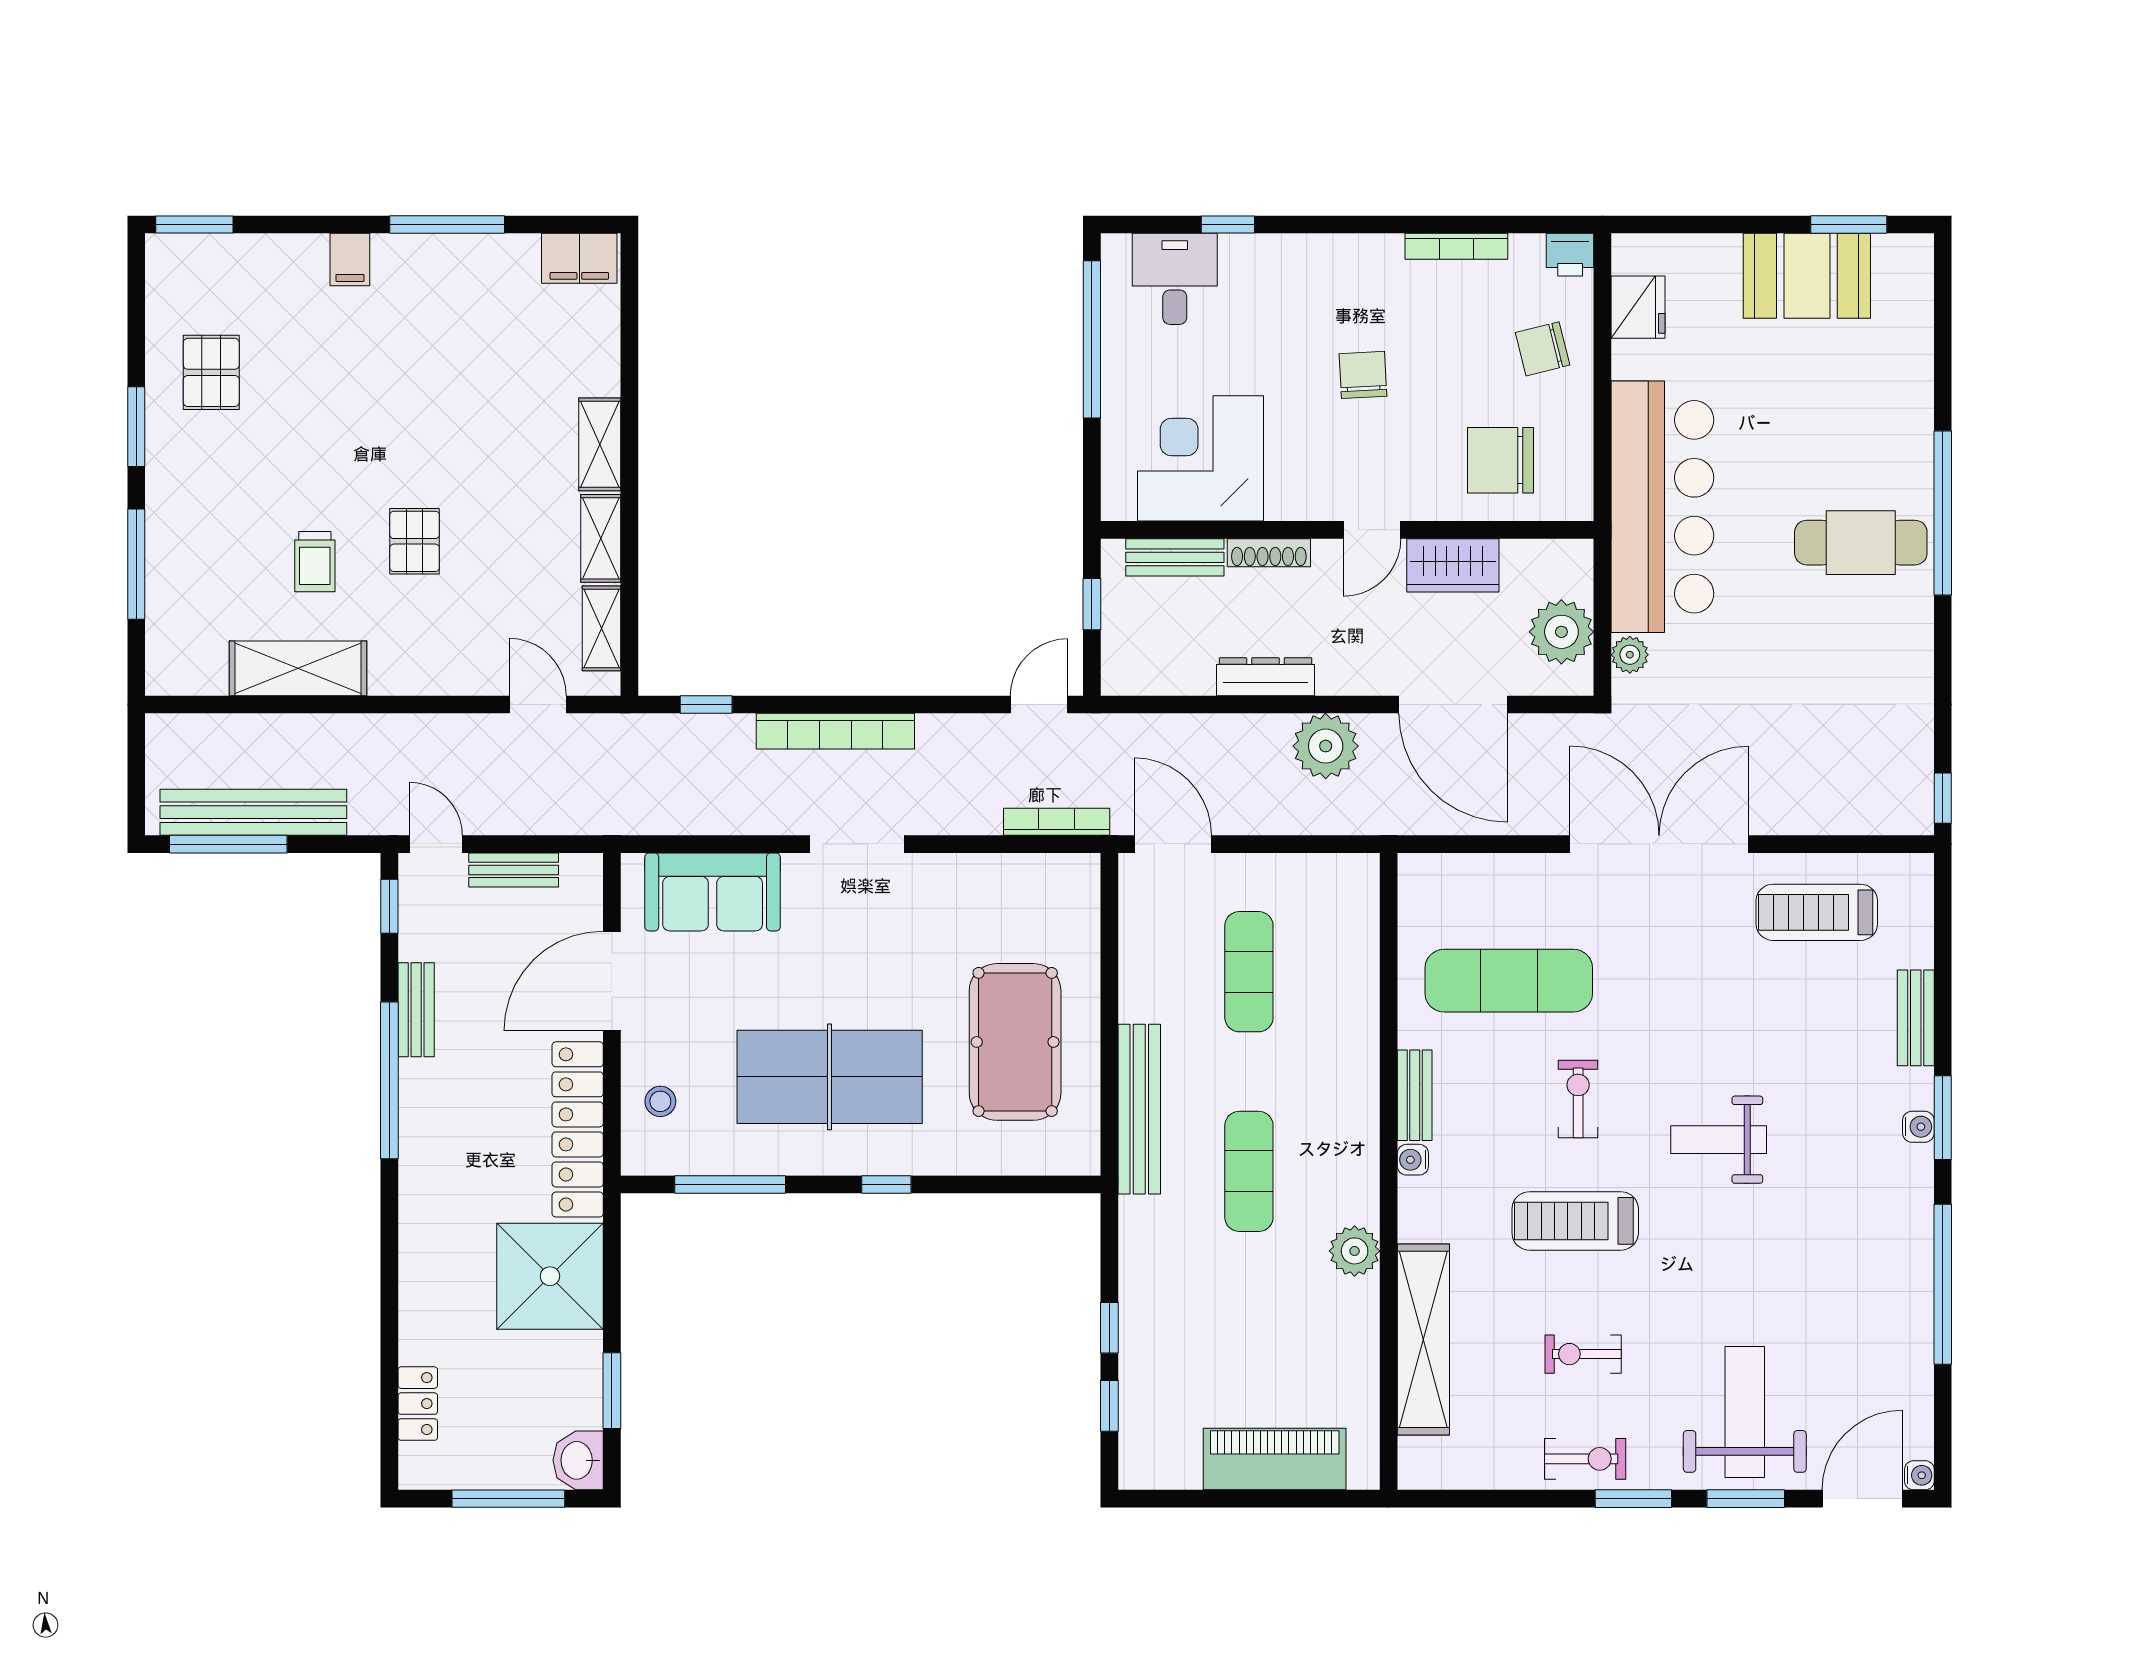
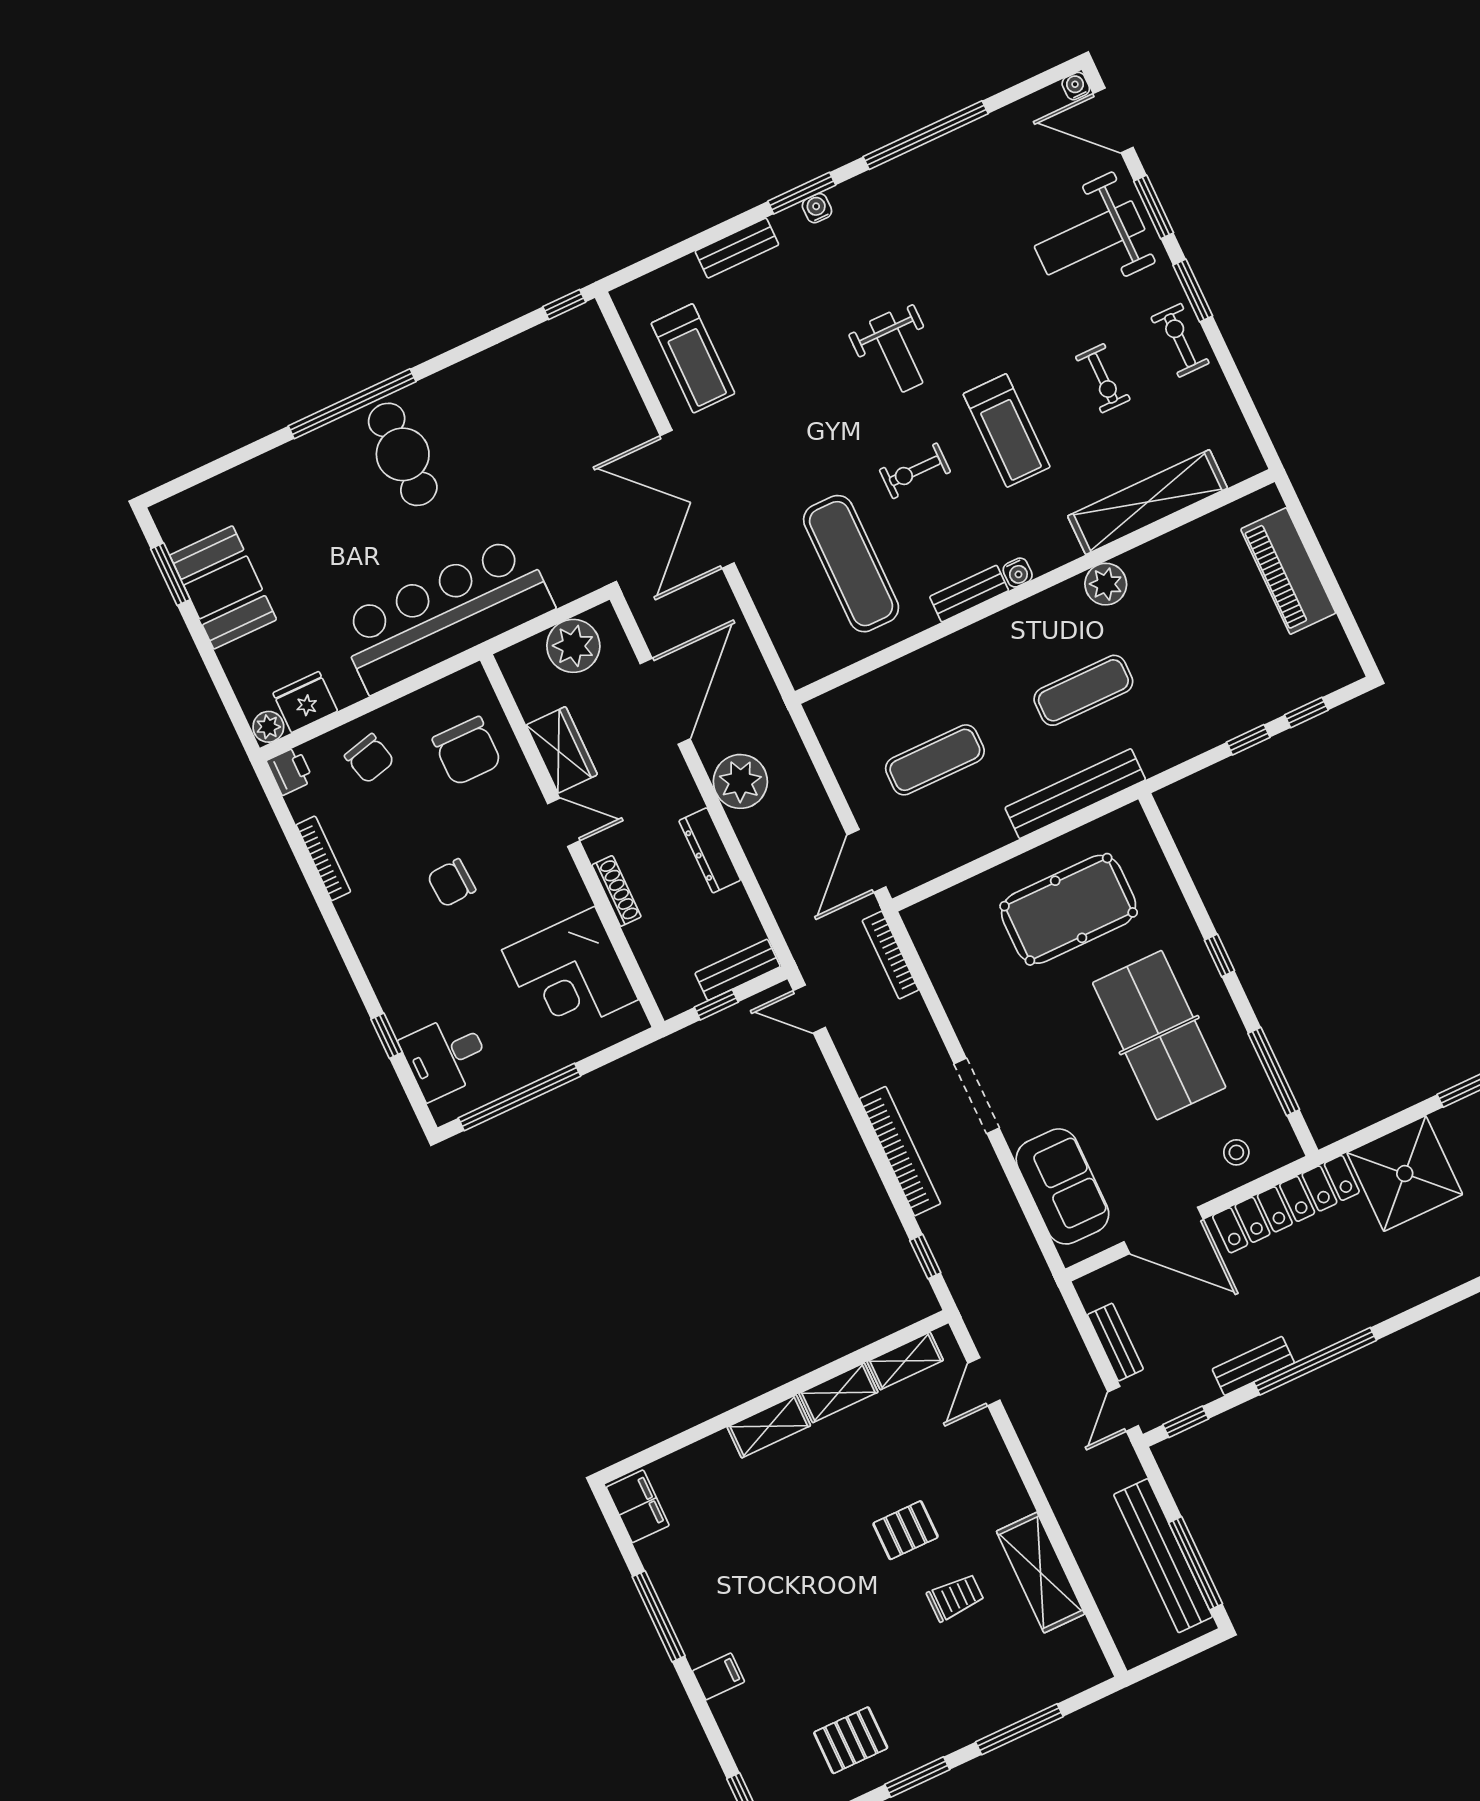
bench: (1175, 557) -> (738, 970), moved, turned 90
plant: (1630, 655) -> (268, 727), moved

